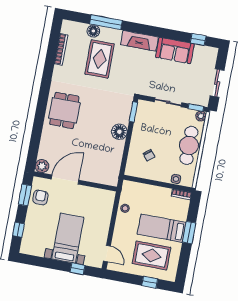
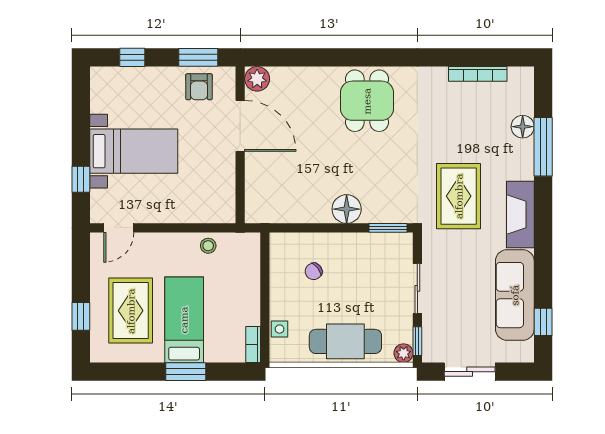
sofa: (175, 50) -> (515, 295), width x1.36
rug: (100, 59) -> (459, 196), moved, turned 90
dining table: (64, 110) -> (367, 101), turned 90
armchair: (40, 197) -> (199, 87), turned 90

